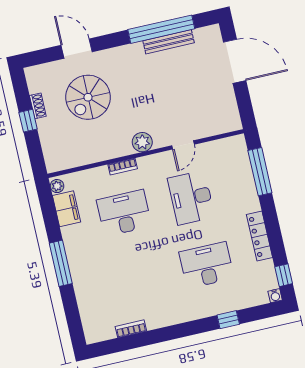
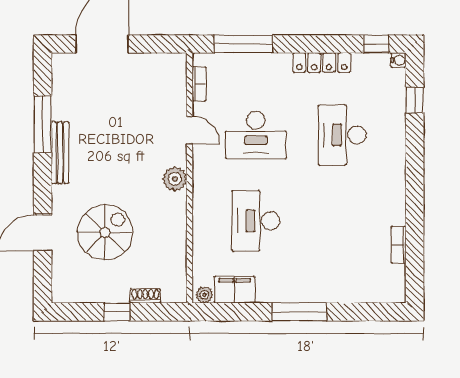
window: (161, 29) -> (43, 124), width x0.68
bench: (169, 42) -> (60, 153), moved
spiral stairs: (88, 97) -> (105, 232), turned -90
shoe rack: (38, 106) -> (145, 296), moved
bookcase: (123, 167) -> (199, 84), moved
window: (228, 320) -> (415, 100), moved

